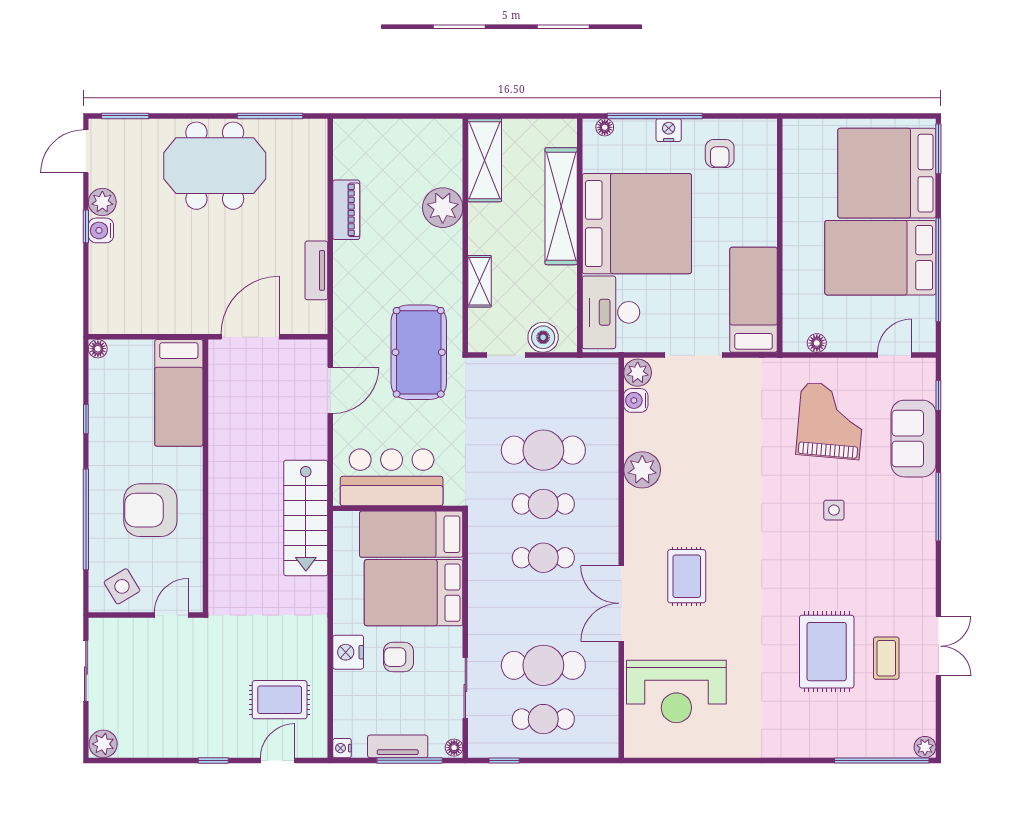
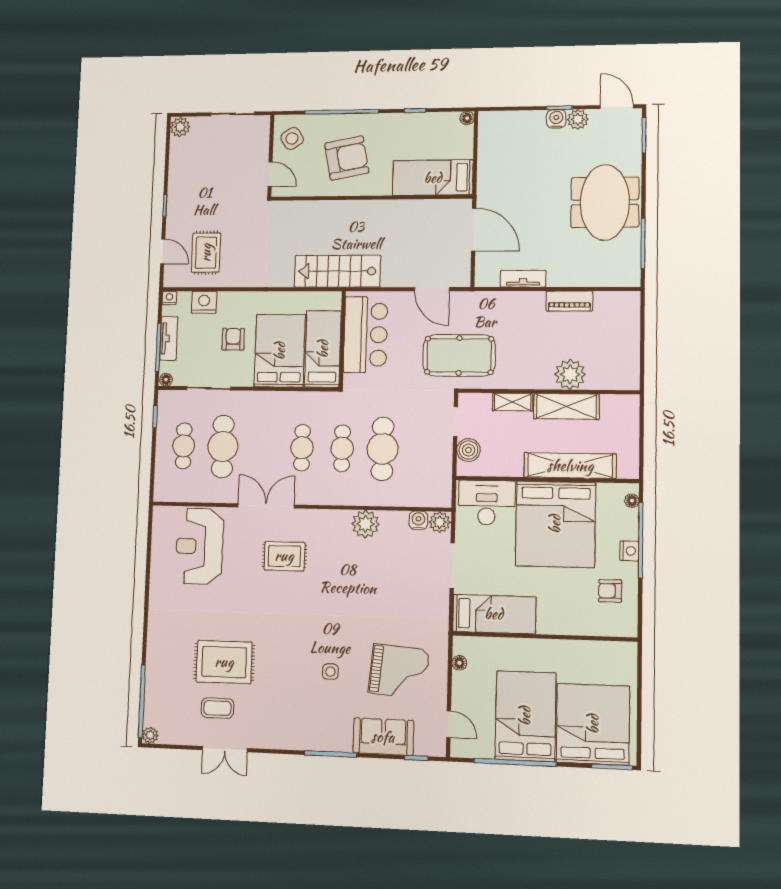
shelving: (485, 160) -> (566, 406), moved
armchair: (150, 510) -> (347, 158), turned 79
nightstand: (348, 652) -> (204, 302), moved

